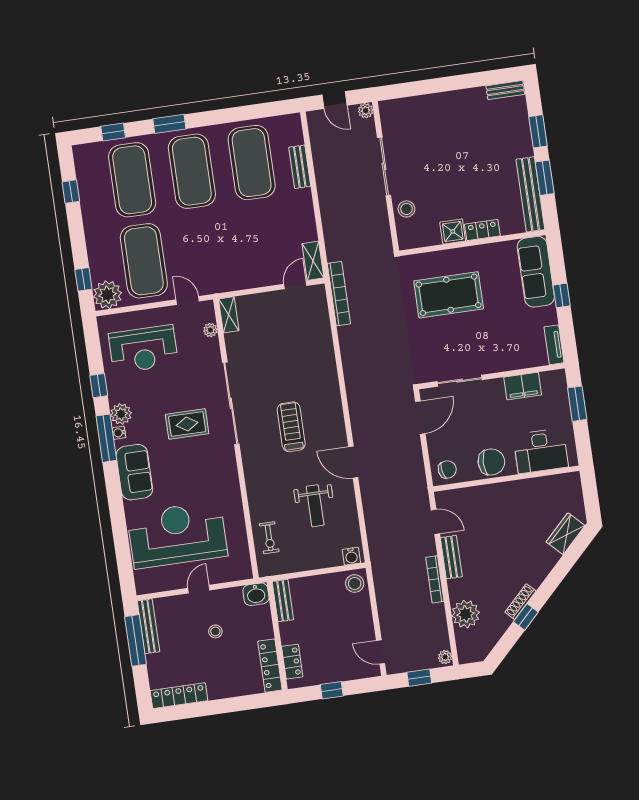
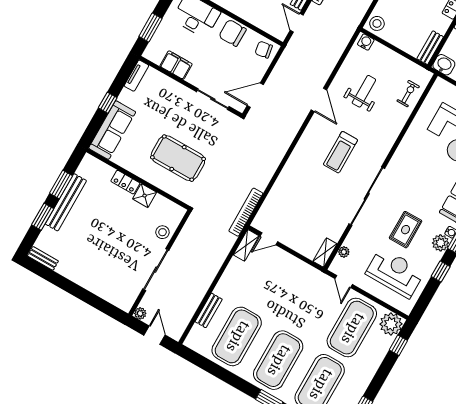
bench: (530, 194) -> (66, 202), moved
rug: (187, 424) -> (406, 230), moved, turned 90

